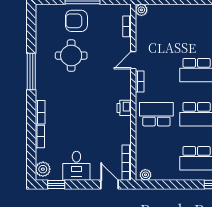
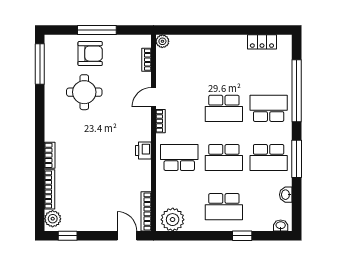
armchair: (76, 21) -> (90, 54), turned 180
window: (31, 71) -> (40, 64), moved
bookcase: (40, 137) -> (49, 189), width x1.56
desk: (76, 166) -> (90, 215), removed
plant: (145, 175) -> (173, 220), width x1.88, depth x1.88

